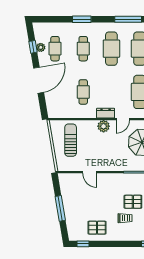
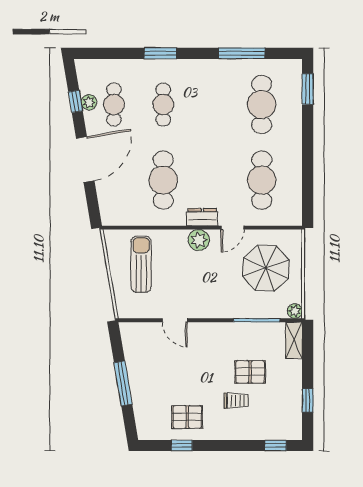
cafe table: (111, 49) -> (212, 104), removed
cafe table: (83, 92) -> (163, 180), width x1.37, depth x1.35
window: (83, 244) -> (182, 445), moved

